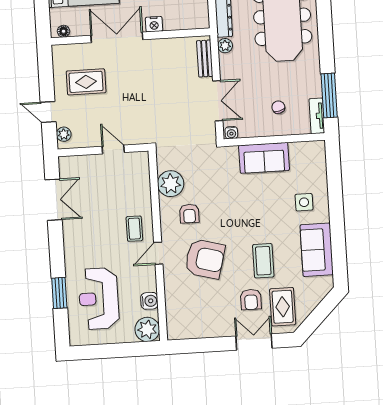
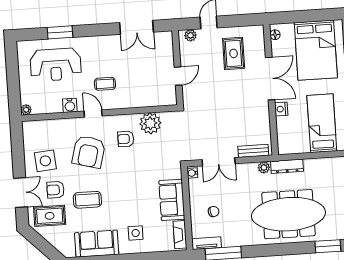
fireplace: (306, 148) -> (180, 235), added
coffee table: (134, 229) -> (105, 84), moved
reception desk: (99, 299) -> (56, 65), turned 180
water cooler: (149, 301) -> (70, 105), moved
side table: (216, 312) -> (45, 161), added
plant: (147, 329) -> (26, 110), width x0.53, depth x0.53

